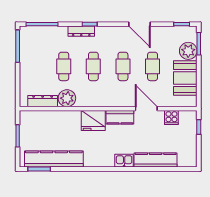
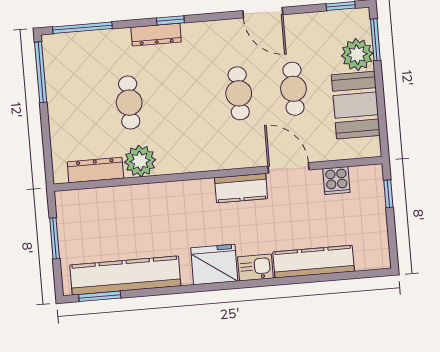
cafe table: (93, 66) -> (184, 98), removed
fridge: (93, 121) -> (214, 265), moved, turned 180

